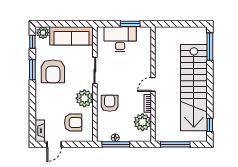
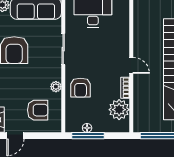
door: (153, 84) -> (131, 65), swing flipped
plant: (84, 98) -> (56, 87), width x0.53, depth x0.53
armchair: (110, 103) -> (81, 88), turned 180

